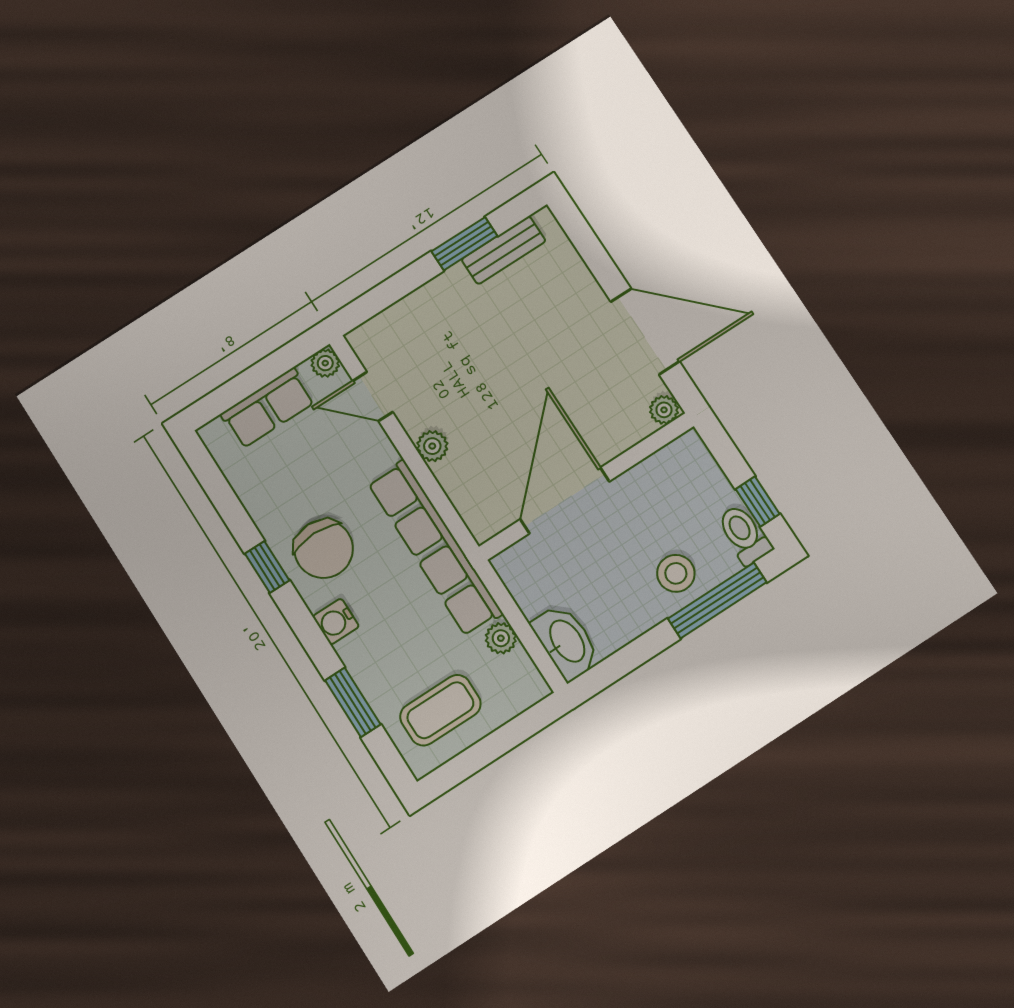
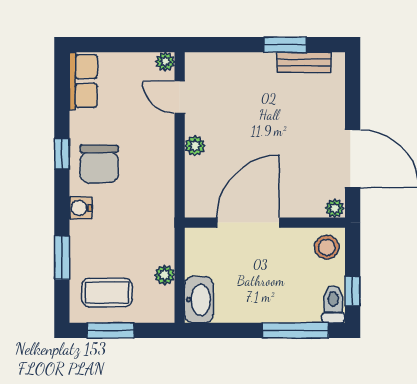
row of seats: (268, 408) -> (83, 81), moved, turned -90
row of seats: (435, 548) -> (160, 203), removed
stool: (676, 573) -> (327, 247), moved
window: (477, 757) -> (111, 330), added

